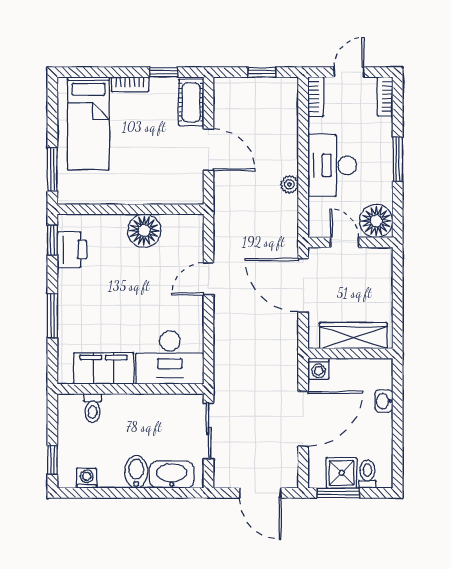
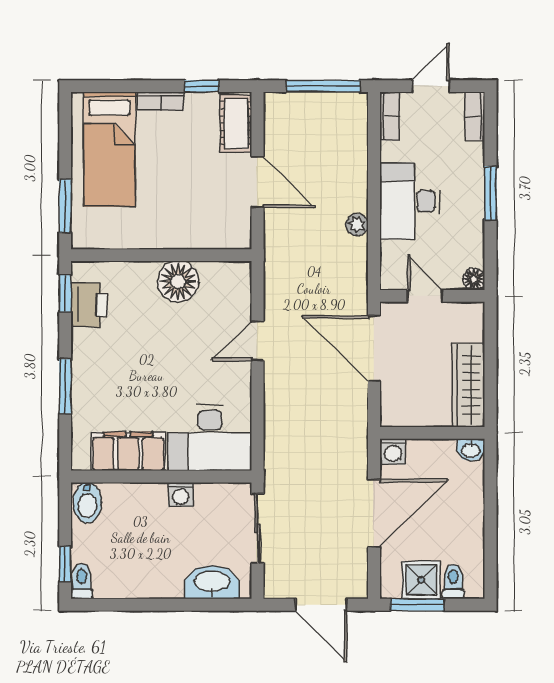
window: (262, 72) -> (323, 86), width x2.17
floor lamp: (376, 221) -> (474, 279), width x0.53, depth x0.53
wardrobe: (353, 336) -> (469, 385), moved, turned -90
washbasin: (384, 401) -> (471, 450), moved, turned -90
toilet: (93, 408) -> (82, 581), moved, turned 180
bidet: (136, 472) -> (87, 503), moved, turned 180
washing machine: (87, 478) -> (180, 495), moved, turned 180

